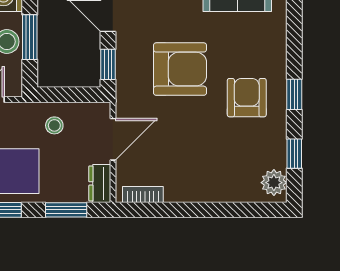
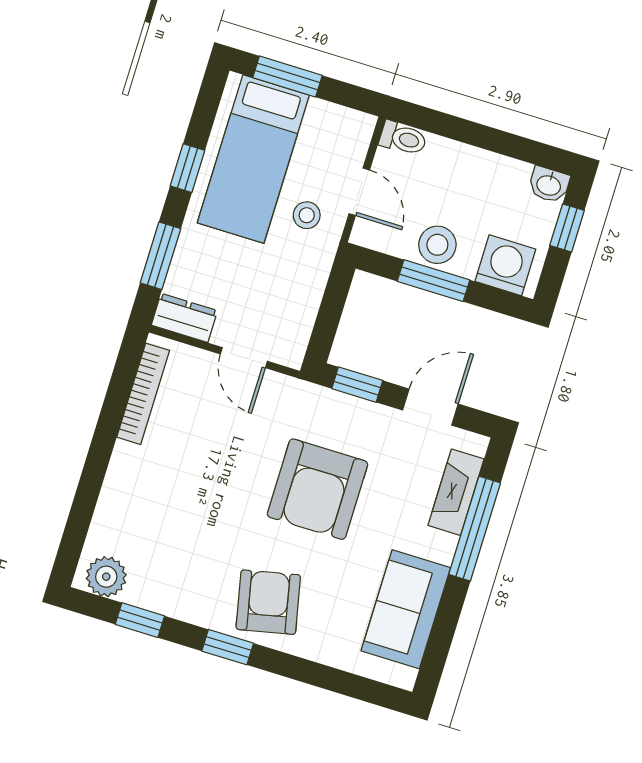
armchair: (247, 98) -> (268, 602), moved, turned -102
stool: (54, 125) -> (307, 215), moved
door: (113, 139) -> (244, 358), width x0.73
bookcase: (143, 194) -> (143, 394), width x1.56

